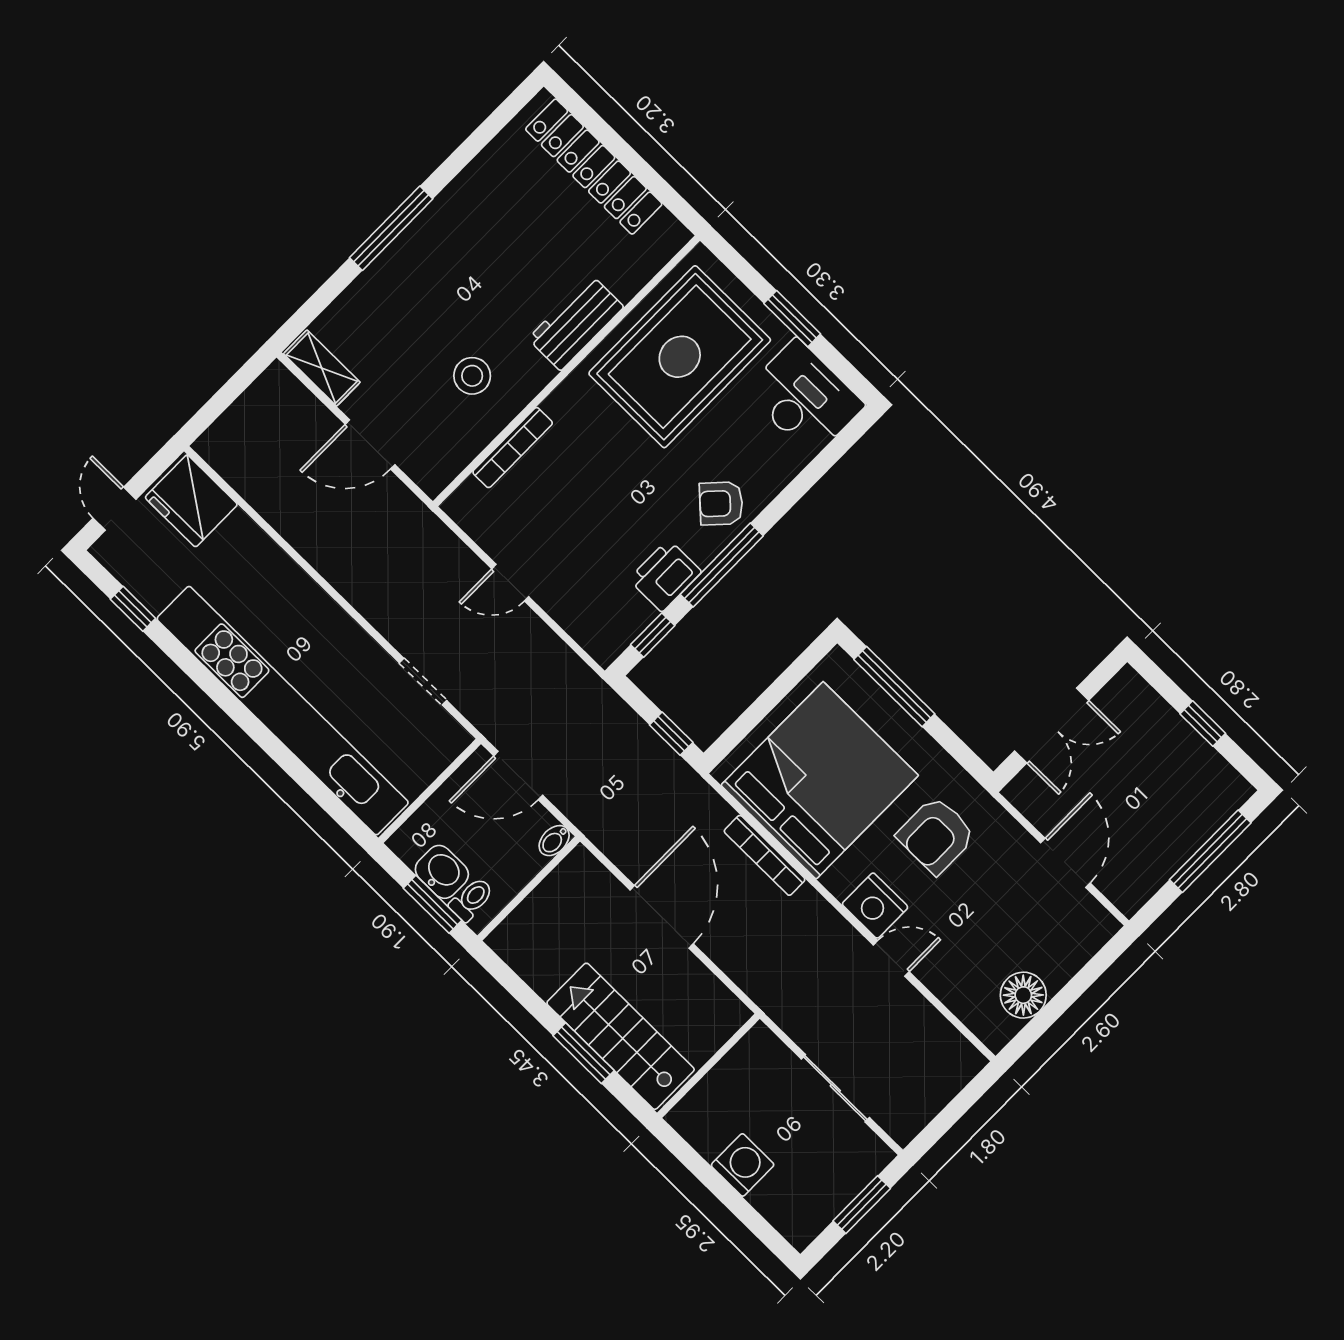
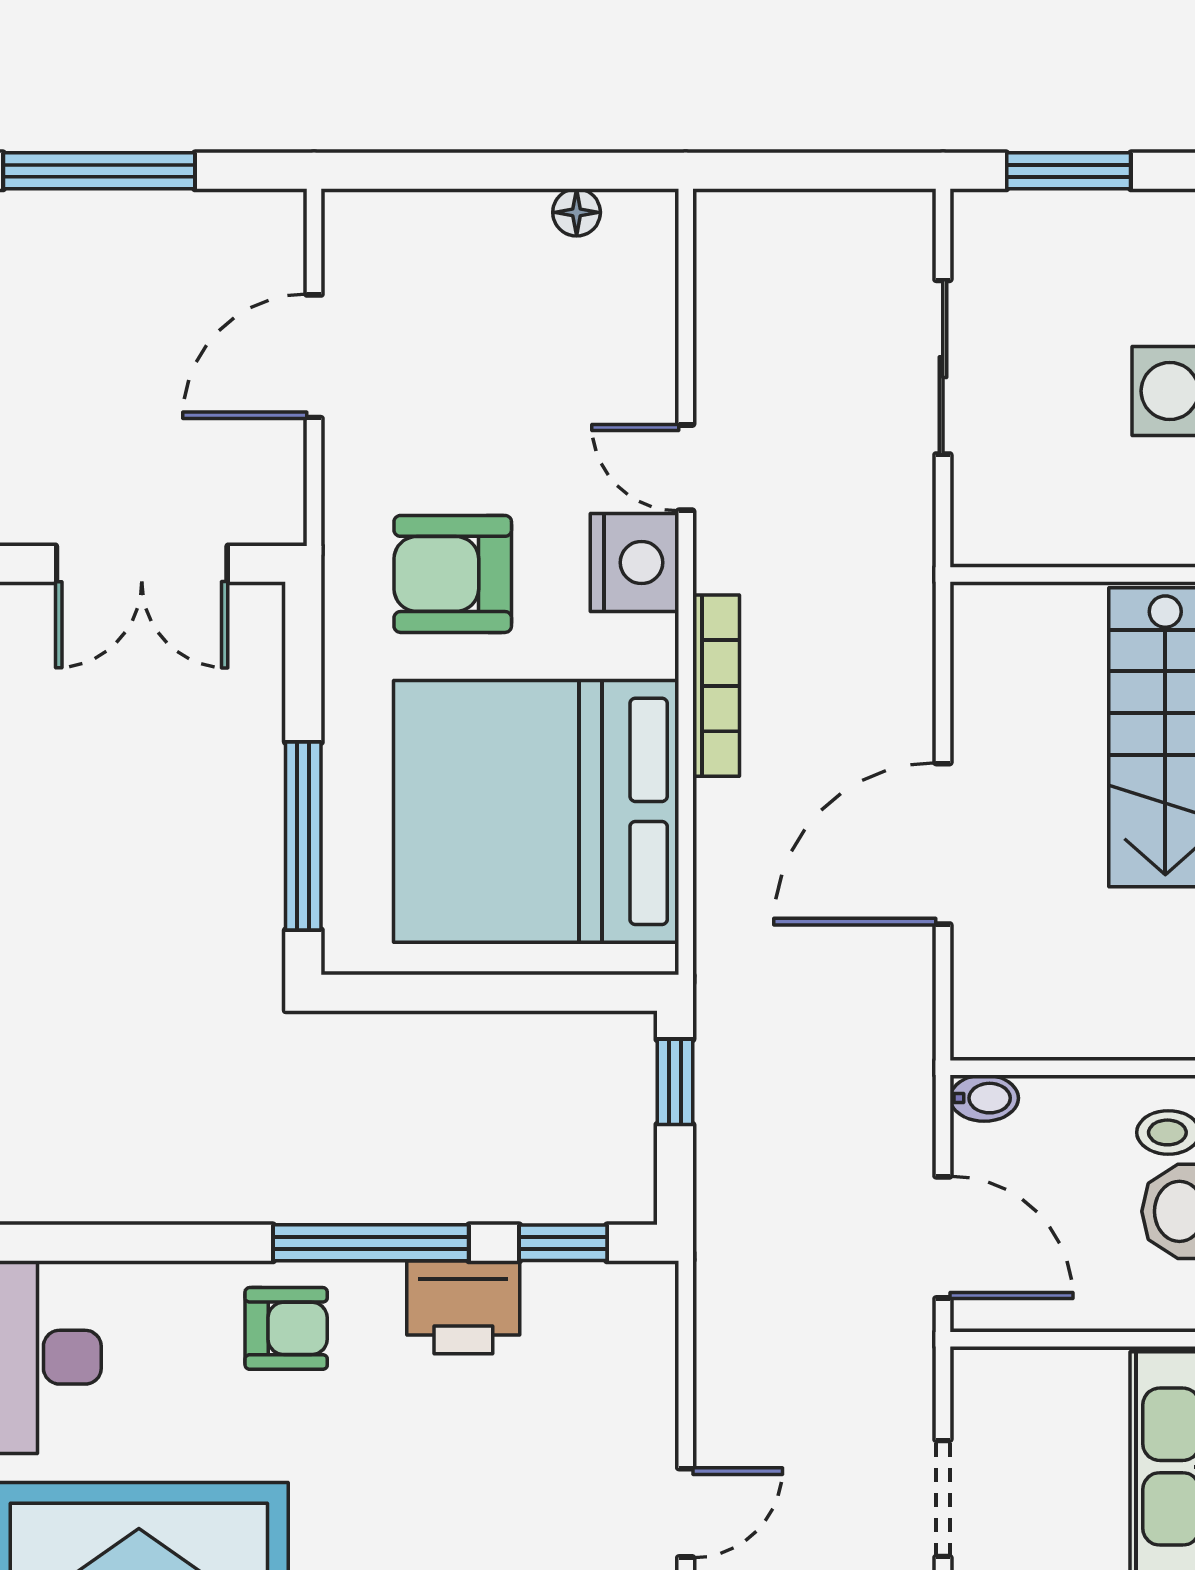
armchair: (721, 503) -> (286, 1328), turned -43
door: (510, 583) -> (686, 1513), hinge flipped
double door: (1052, 726) -> (142, 564), swing flipped
armchair: (936, 835) -> (453, 574), turned 180
bookcase: (765, 855) -> (716, 686), moved
floor lamp: (1023, 995) -> (577, 212), width x0.53, depth x0.53

